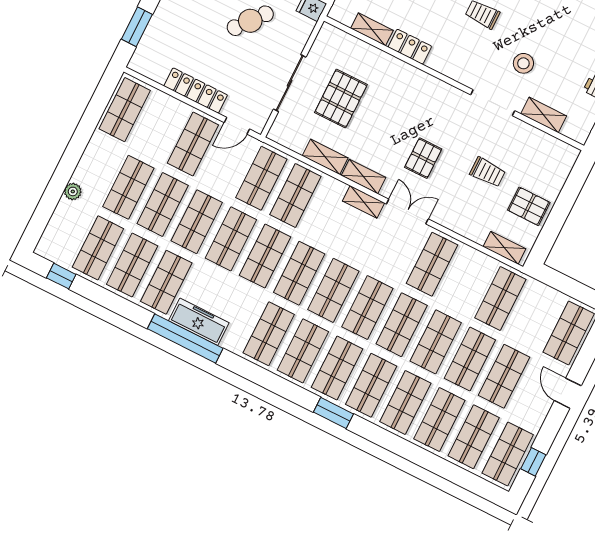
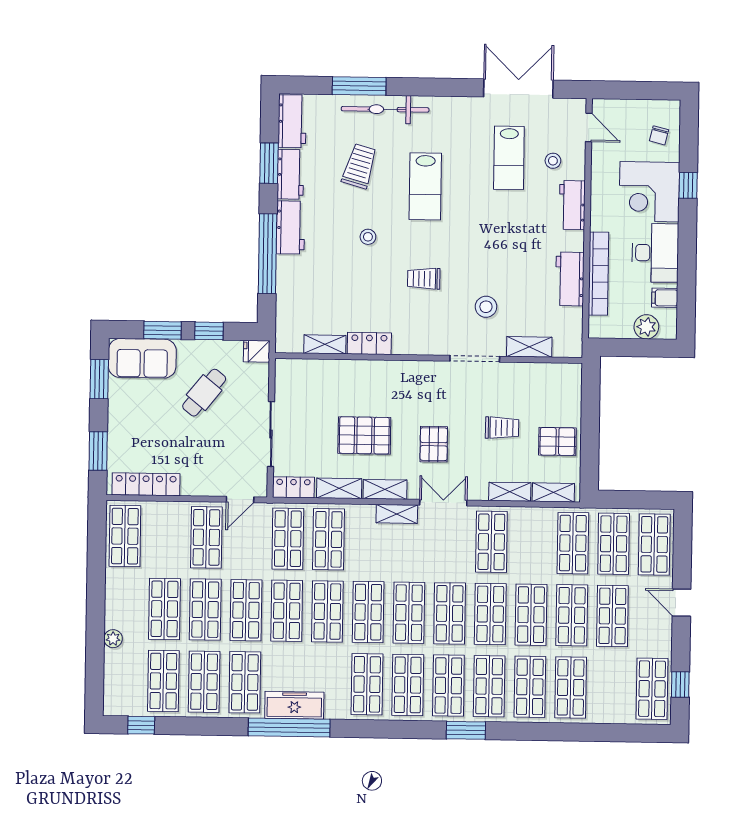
locker: (196, 91) -> (146, 484), moved
pallet: (341, 99) -> (364, 435), moved, turned 90
locker: (287, 137) -> (293, 487), added
shelving: (468, 229) -> (510, 492), added
shop shelf: (474, 437) -> (614, 544), moved

